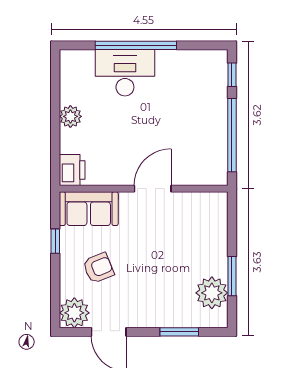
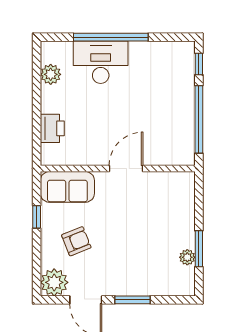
plant: (70, 116) -> (51, 74), moved
printer: (72, 170) -> (52, 128), moved
plant: (212, 293) -> (187, 257), width x0.53, depth x0.53
window: (179, 332) -> (132, 300), moved

